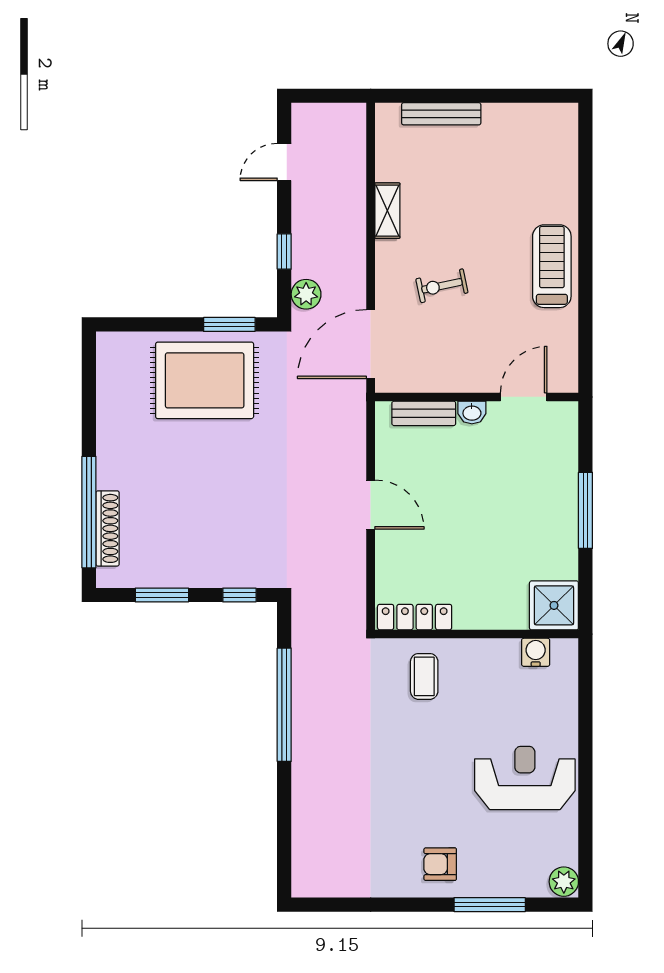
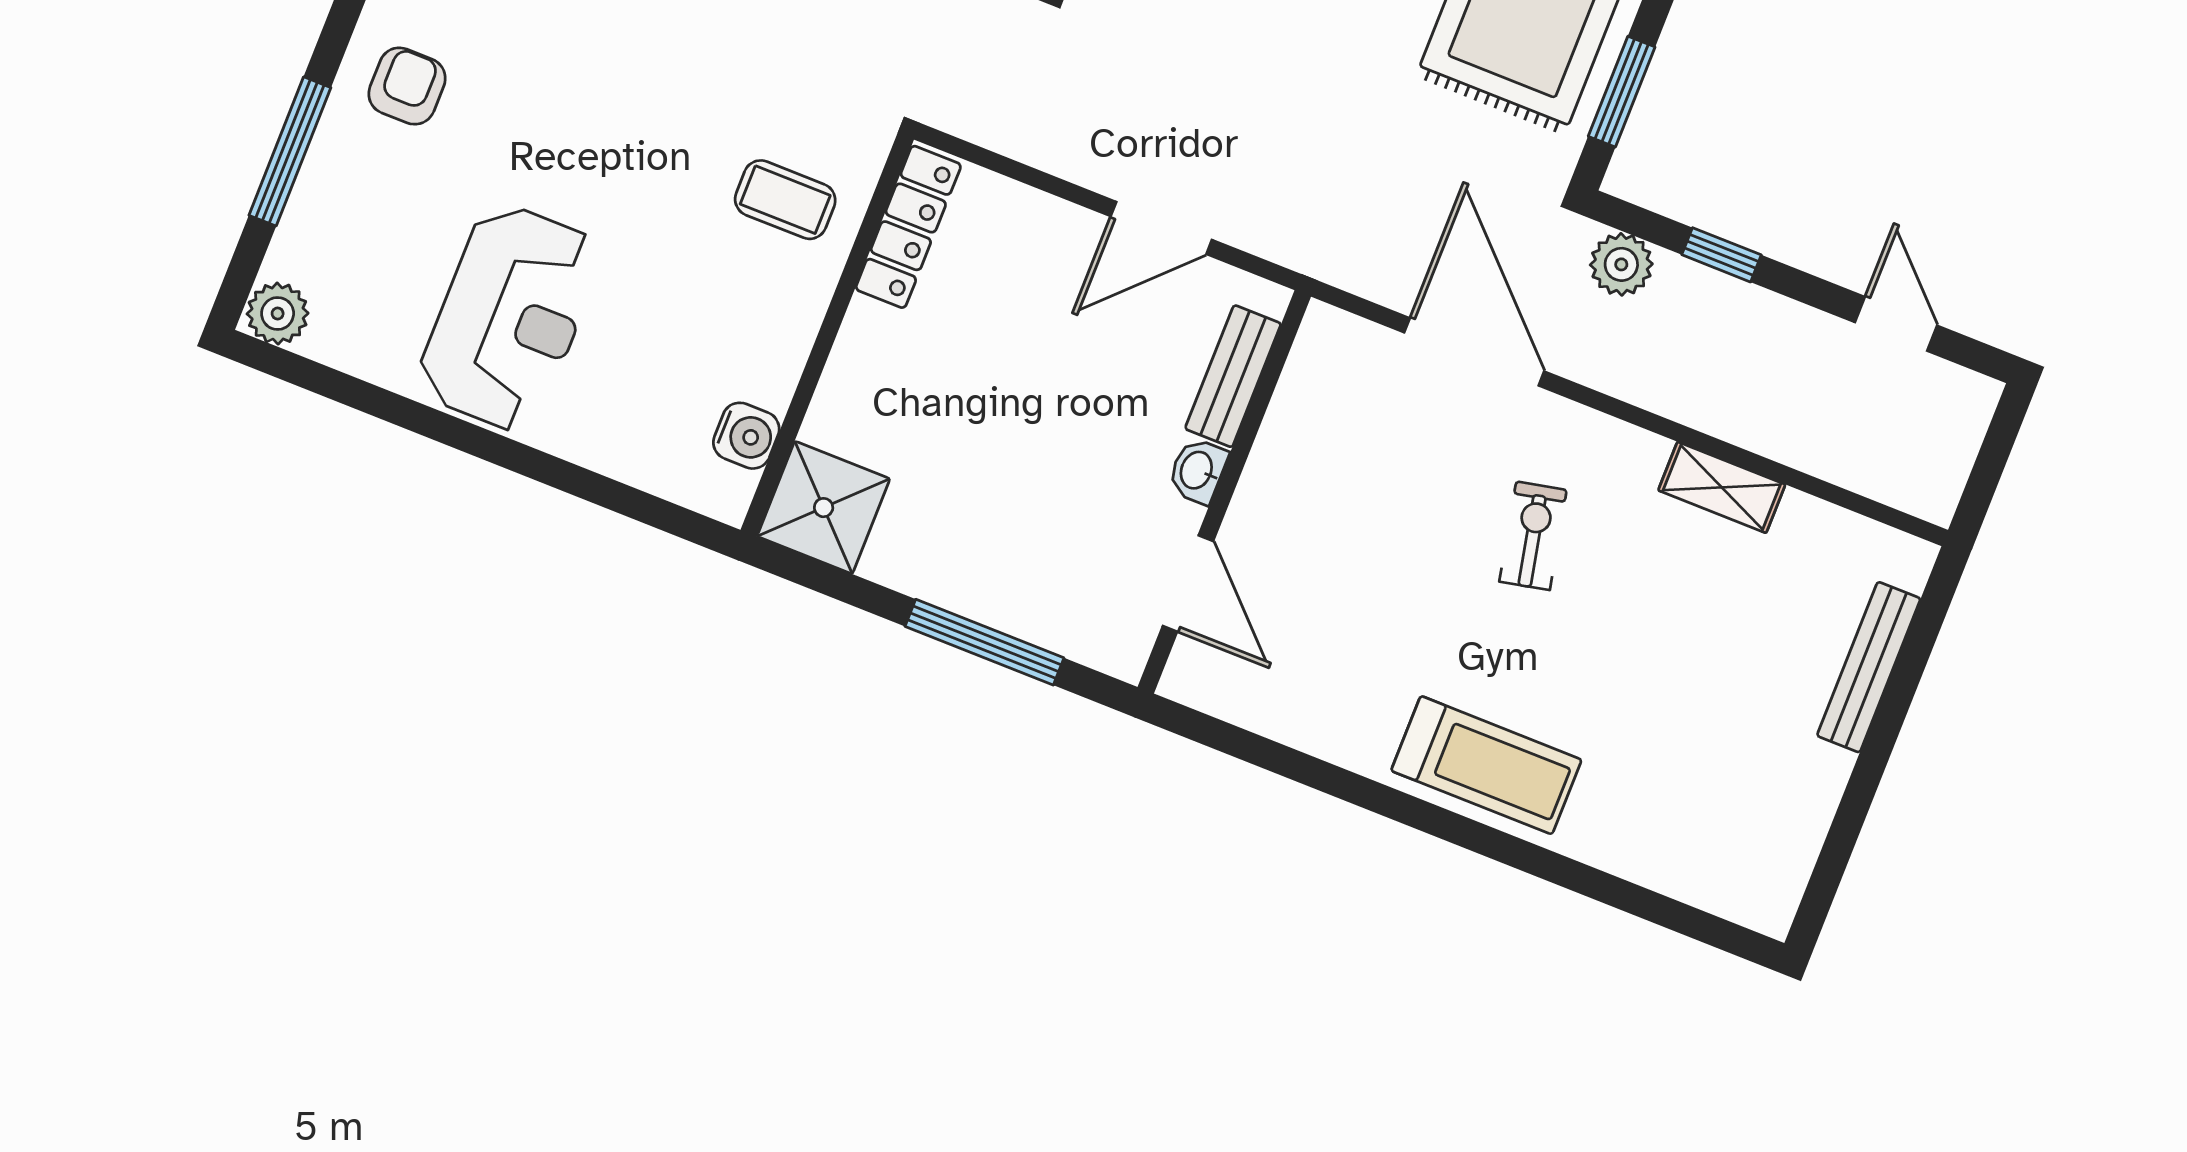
wall: (477, 397) -> (1224, 492), moved
door: (524, 397) -> (1188, 583), moved
washbasin: (472, 412) -> (1198, 471), moved
bench: (424, 413) -> (1233, 376), moved

